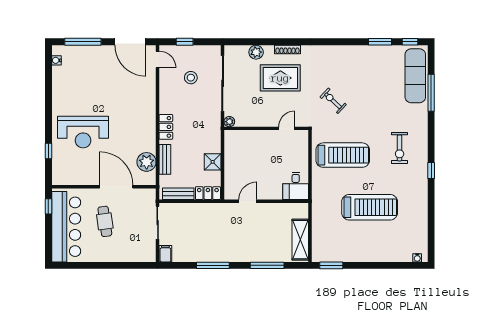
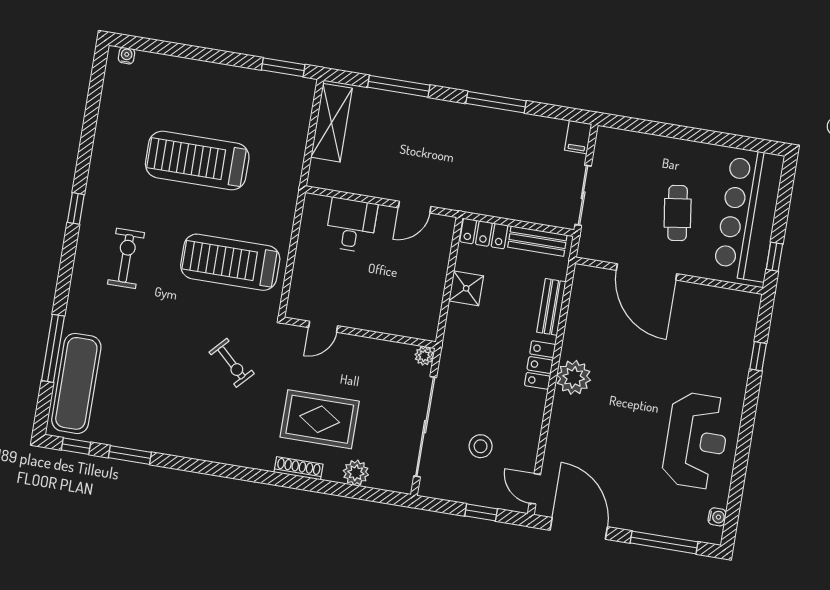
reception desk: (83, 132) -> (696, 441), moved, turned 90
plant: (147, 162) -> (574, 377), moved
desk: (296, 186) -> (351, 225), moved

